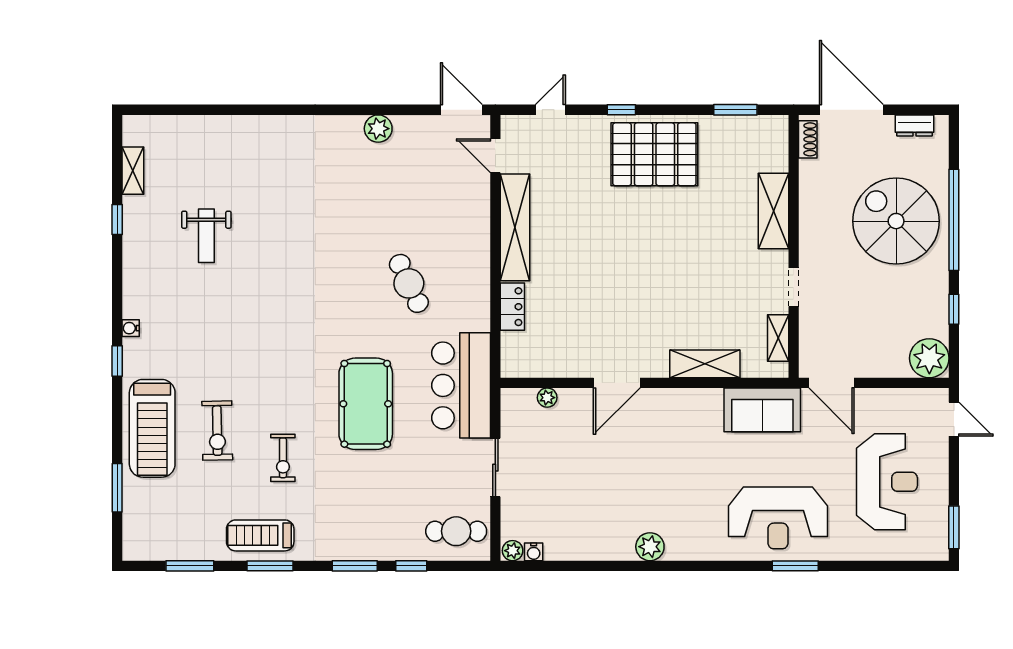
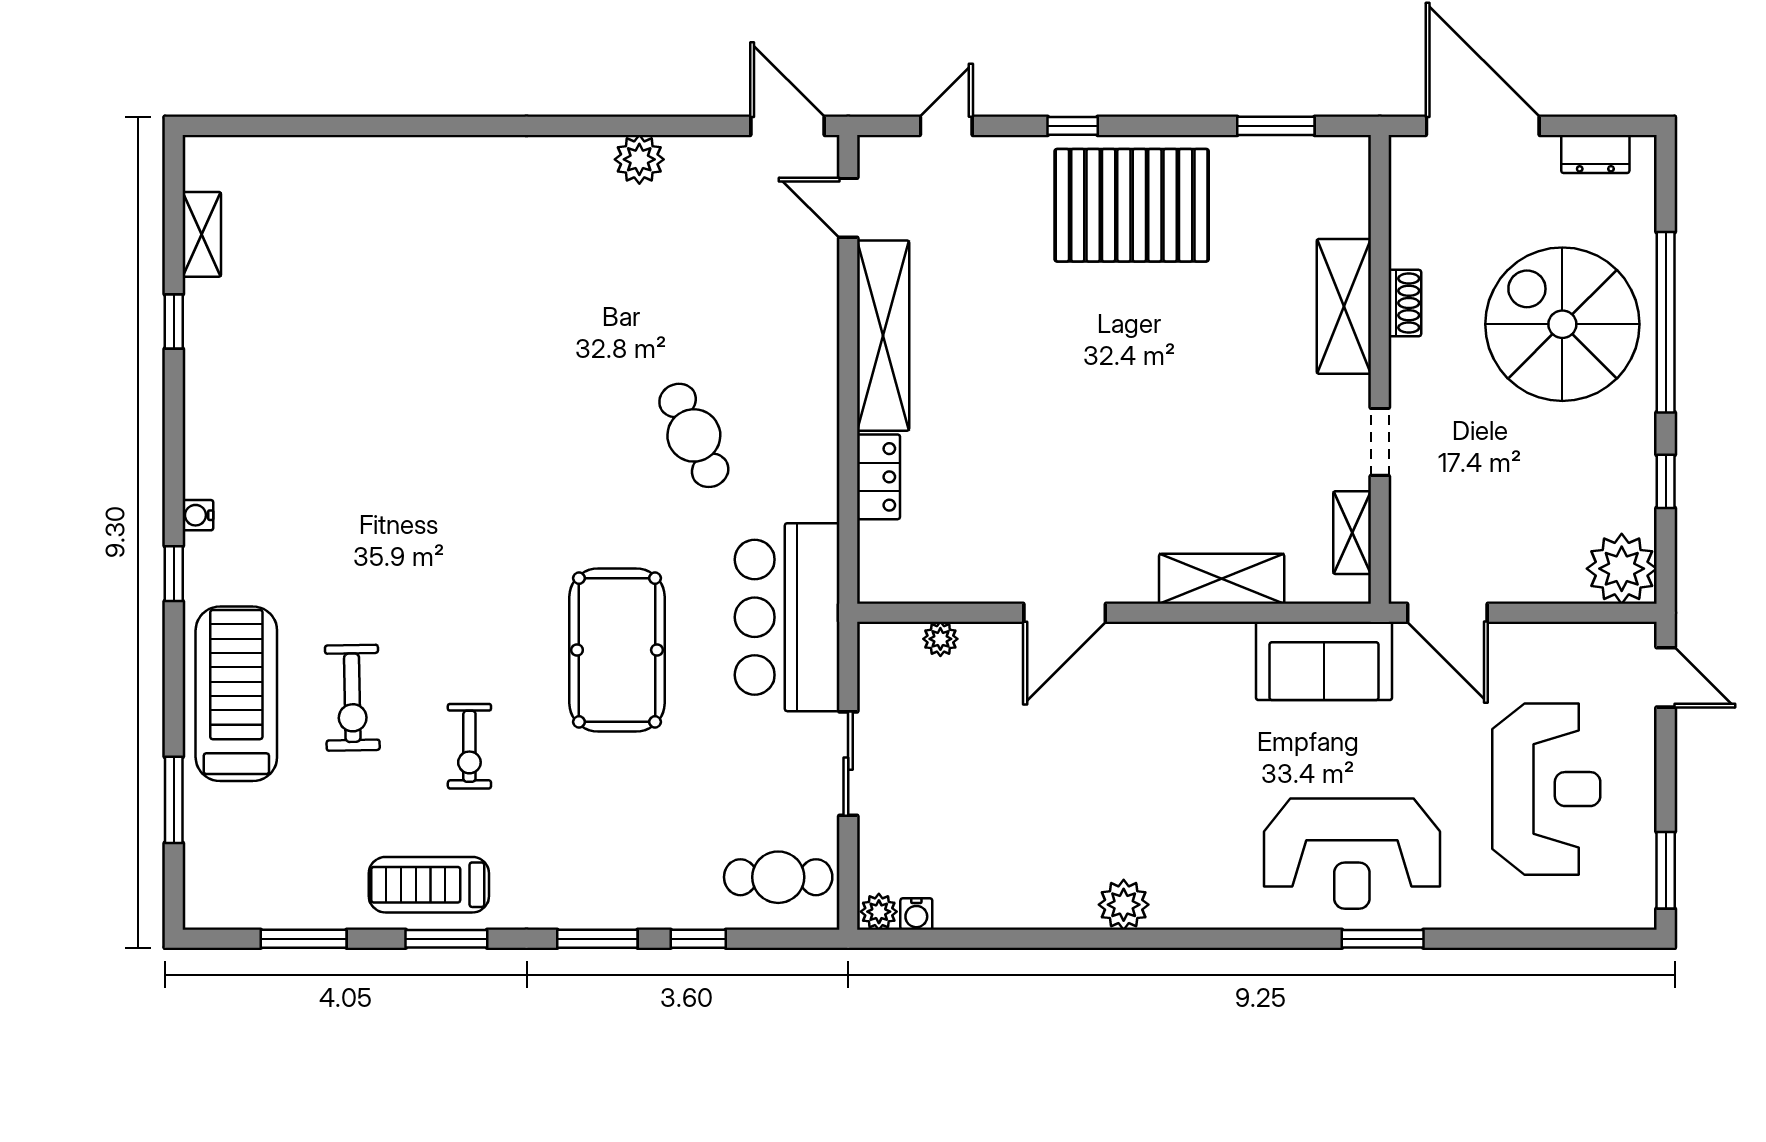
shoe rack: (808, 139) -> (1405, 303), moved
weight bench: (206, 236) -> (333, 351), removed
treadmill: (152, 428) -> (236, 694), turned 180

